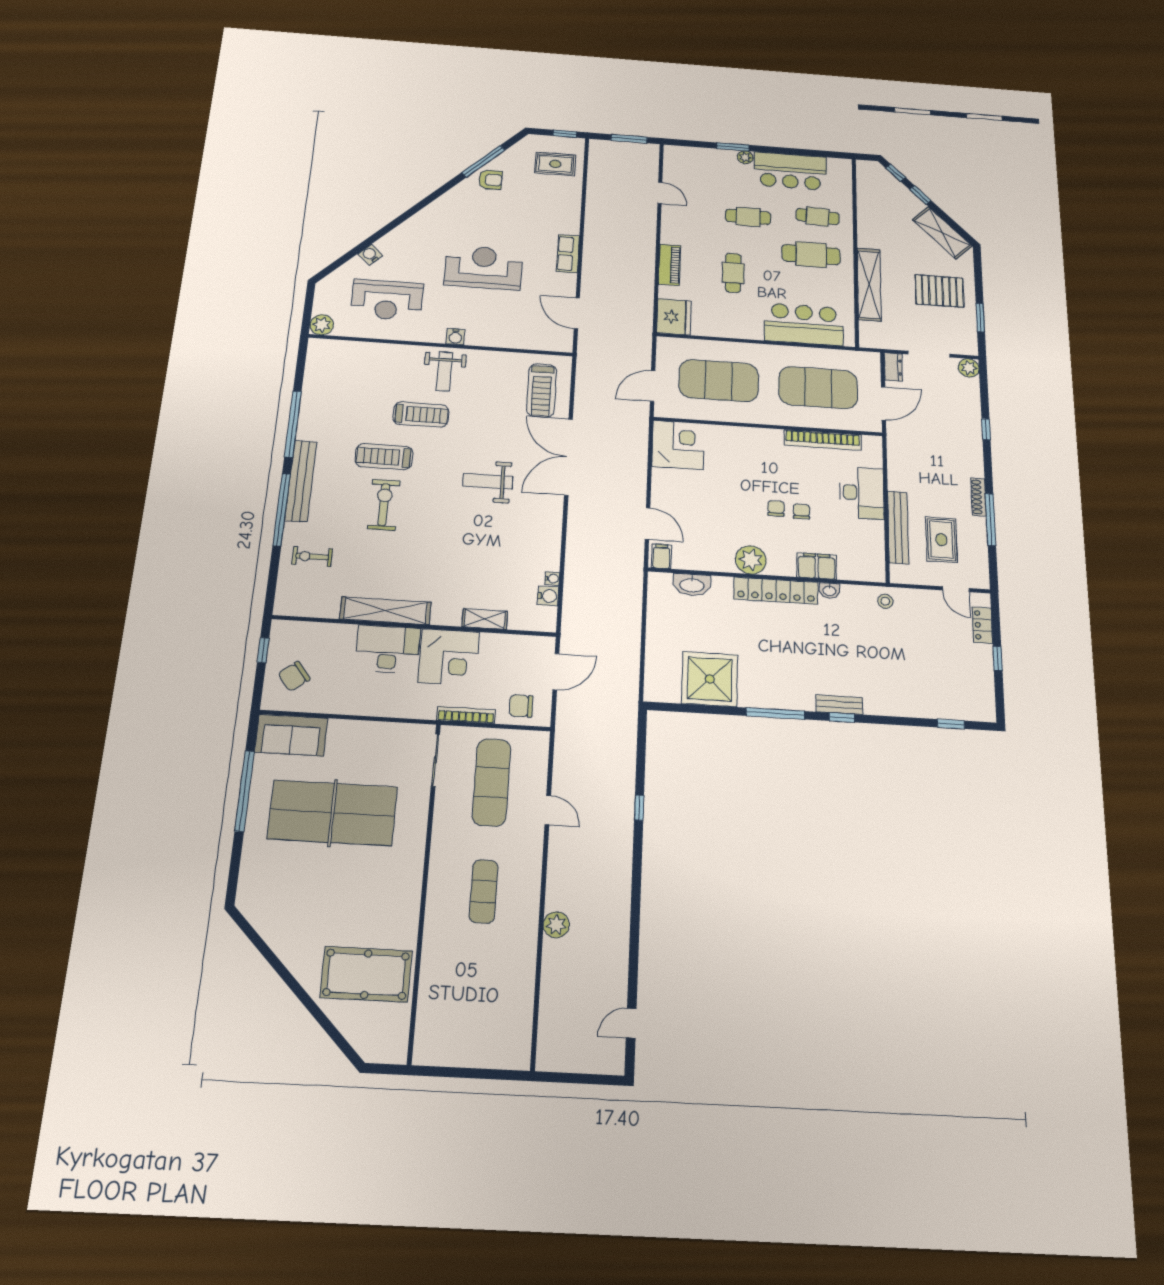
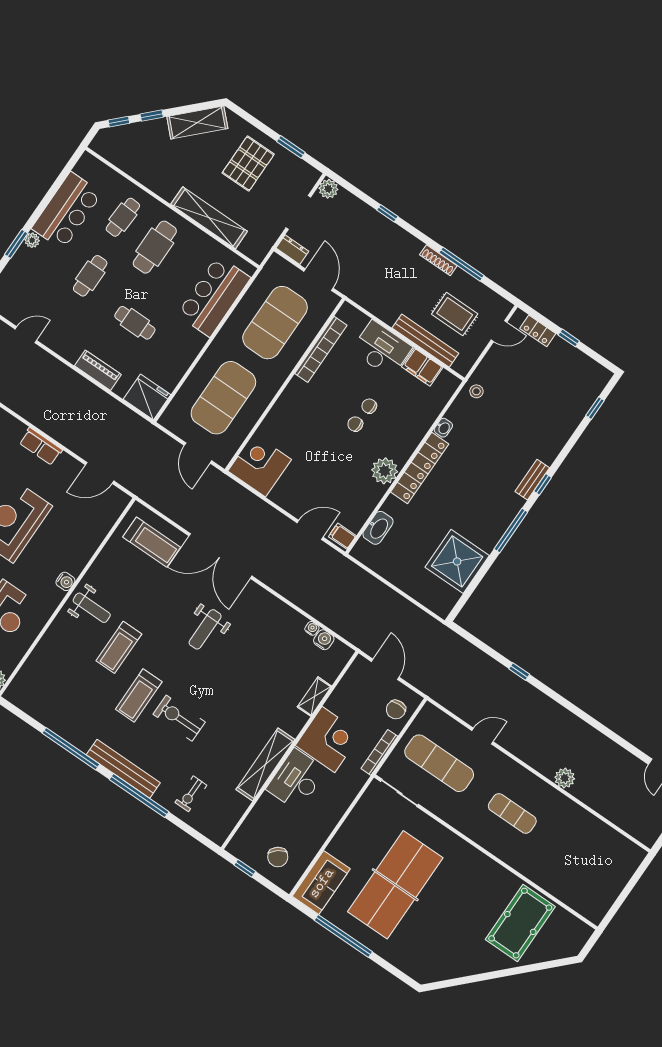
treadmill: (421, 415) -> (119, 647), turned 180
filing cabinet: (817, 566) -> (422, 367), moved, turned -90

